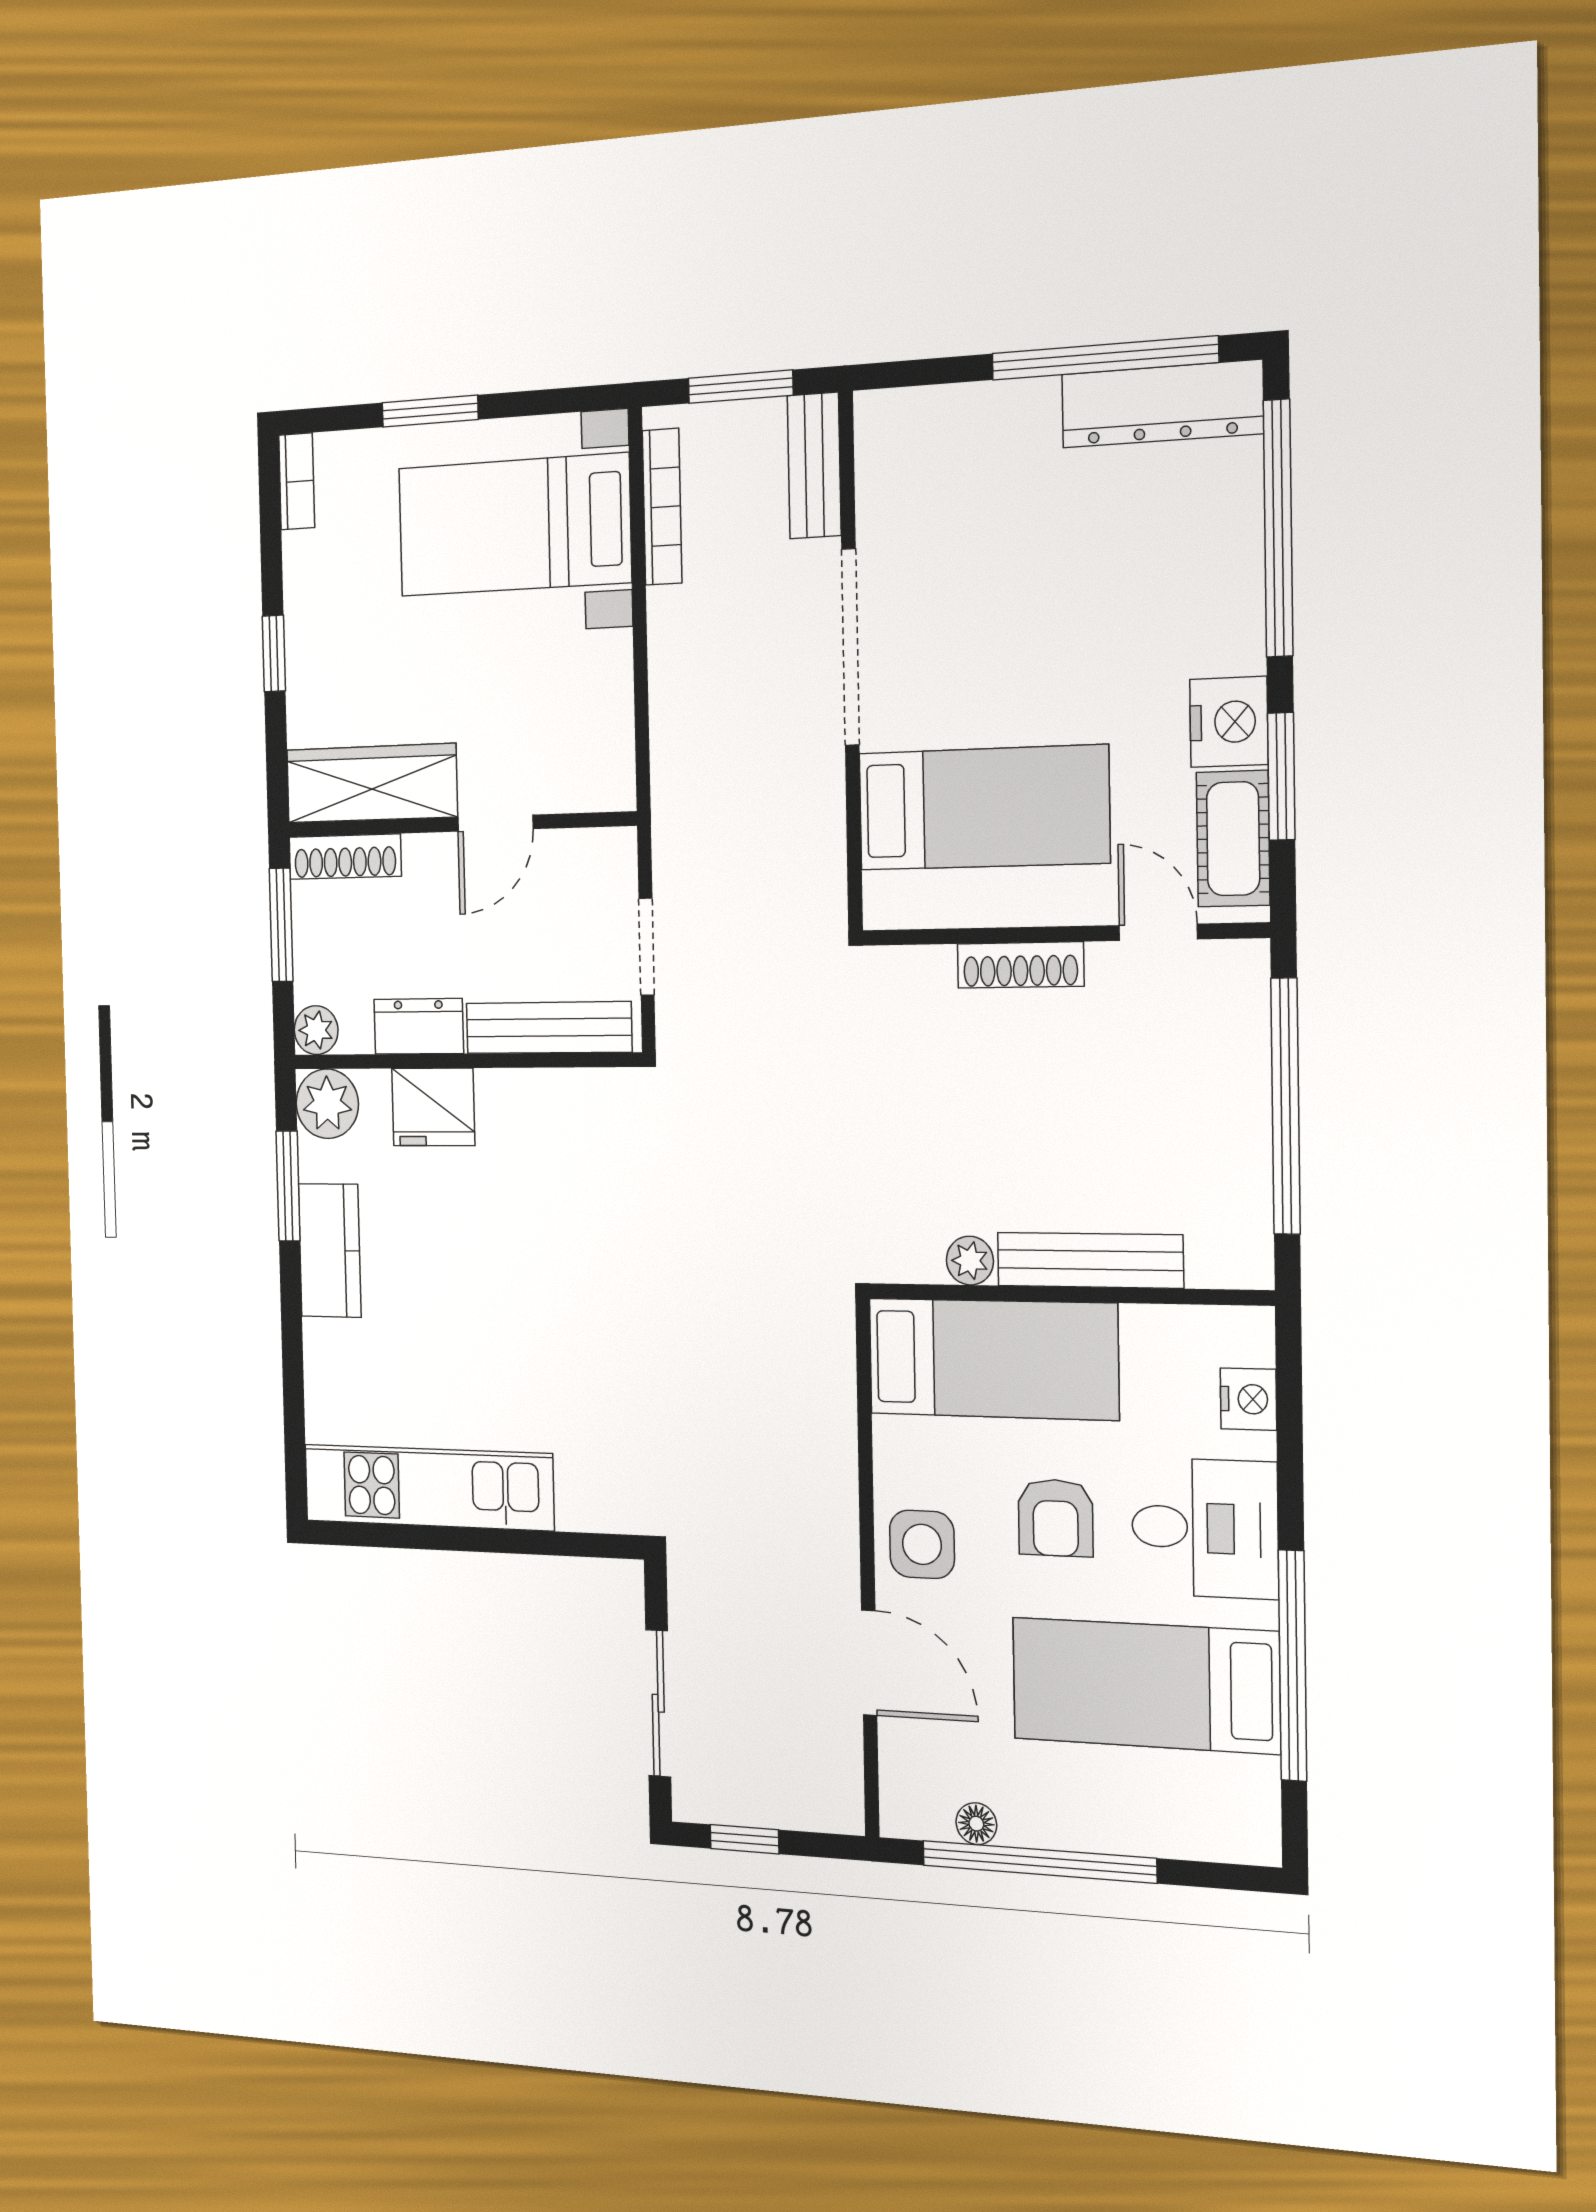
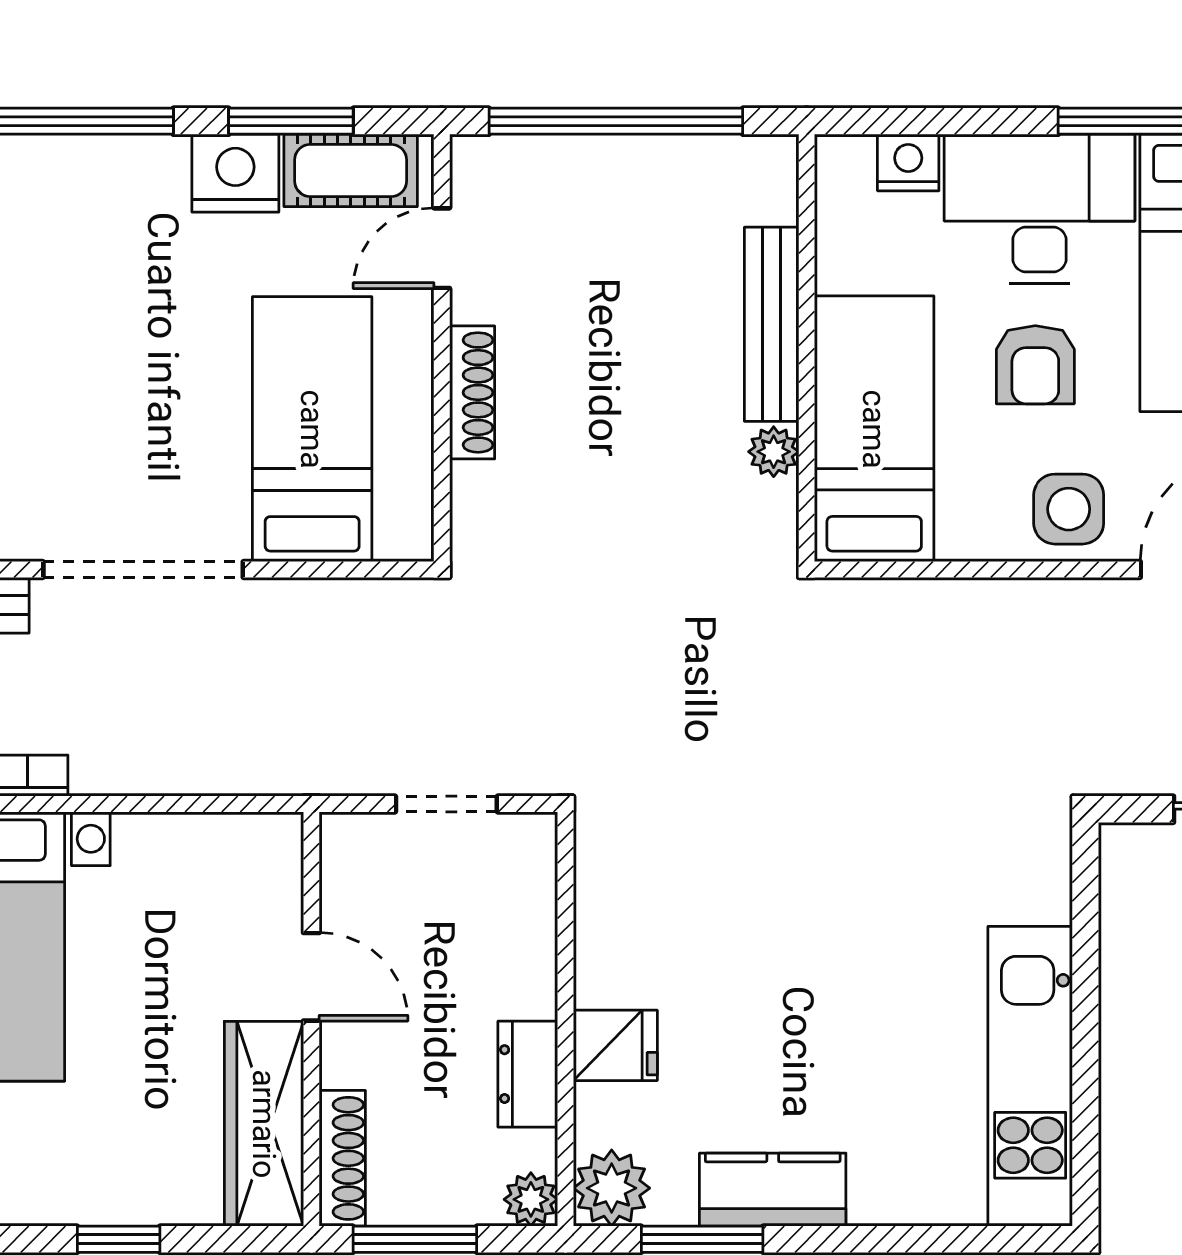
bench: (549, 1028) -> (531, 919), removed
fridge: (433, 1107) -> (615, 1045), width x0.72
armchair: (1056, 1518) -> (1035, 365), turned 90
desk: (1205, 1528) -> (1039, 209), width x1.37

